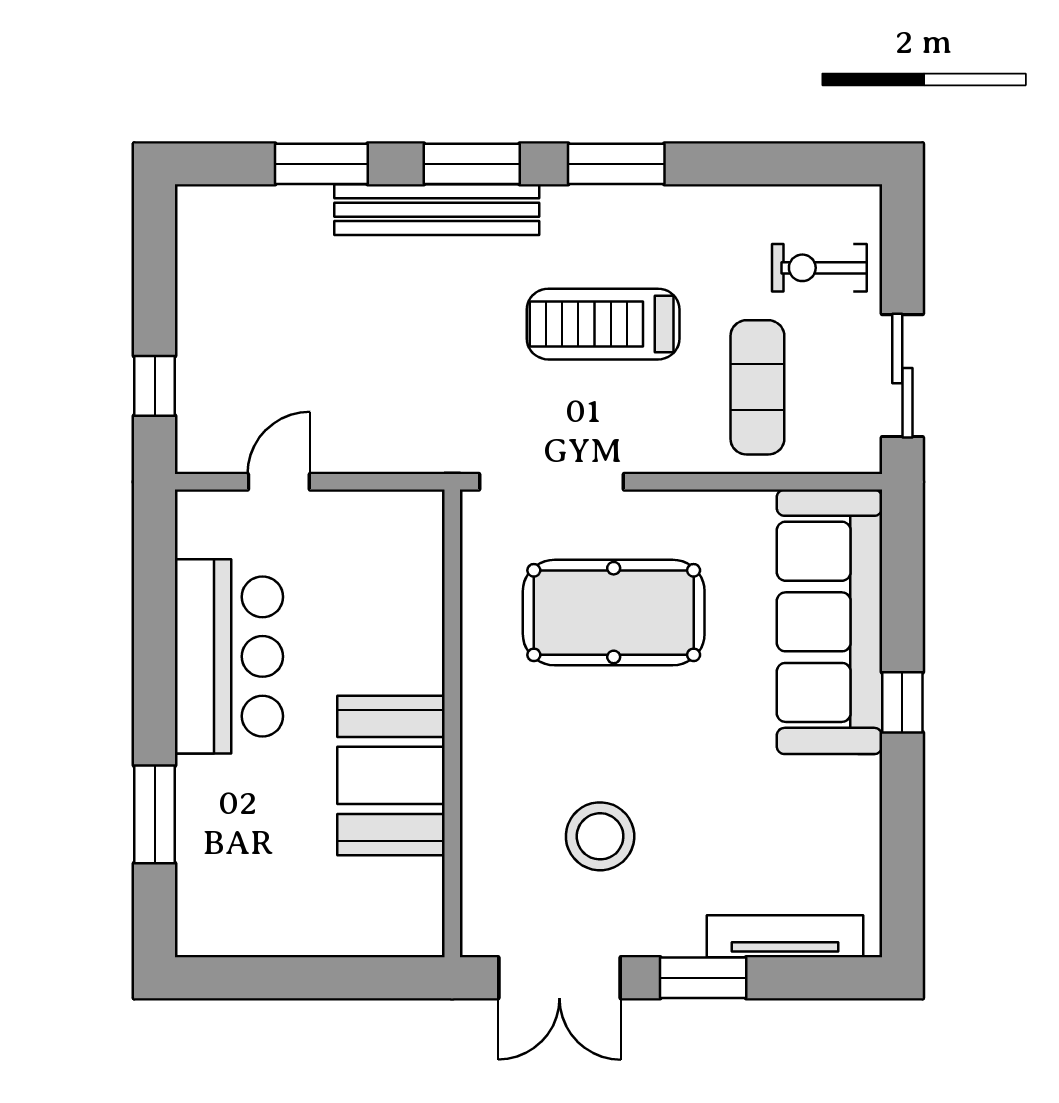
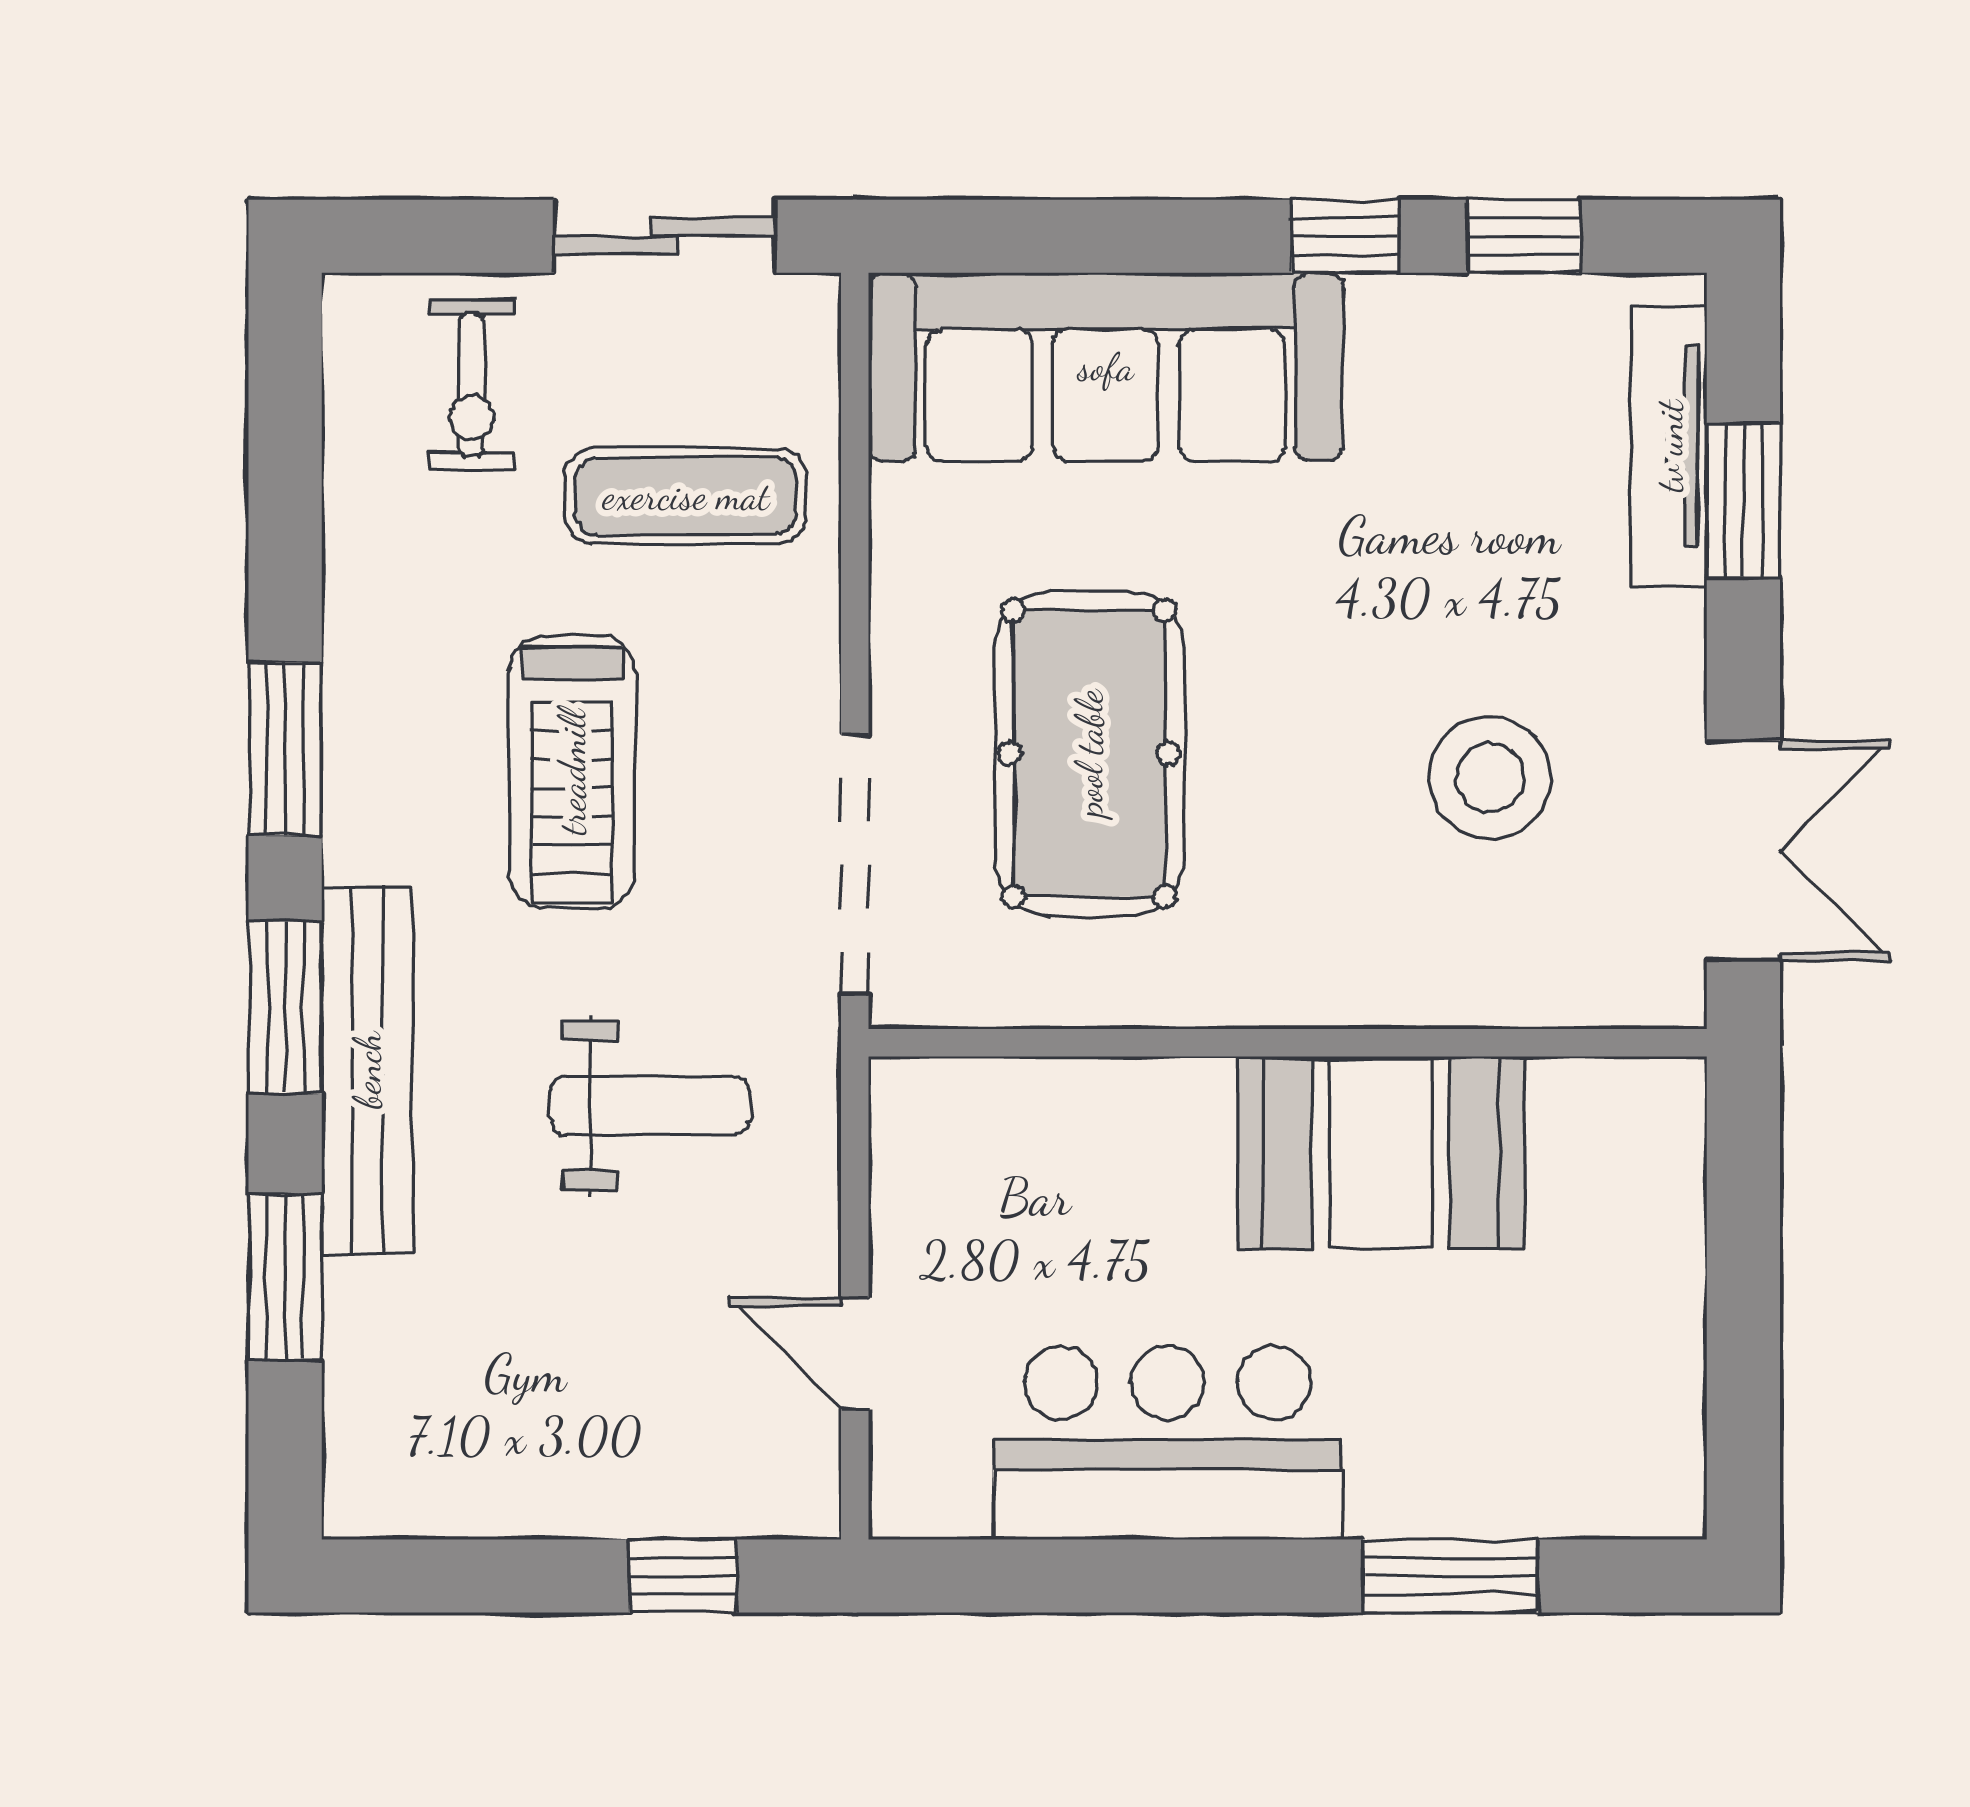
weight bench: (417, 367) -> (650, 1105), added
window: (902, 702) -> (1345, 236), moved
window: (902, 855) -> (1524, 236), added
window: (703, 978) -> (1743, 501), moved

